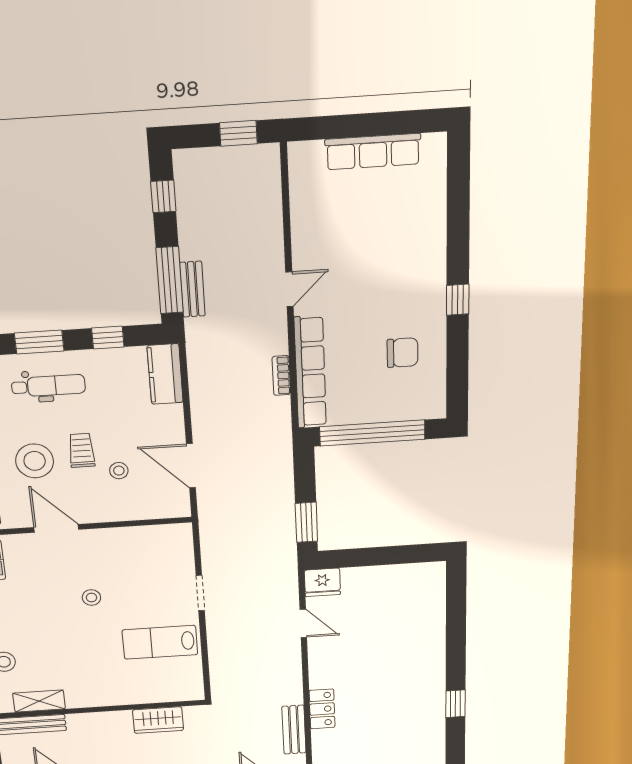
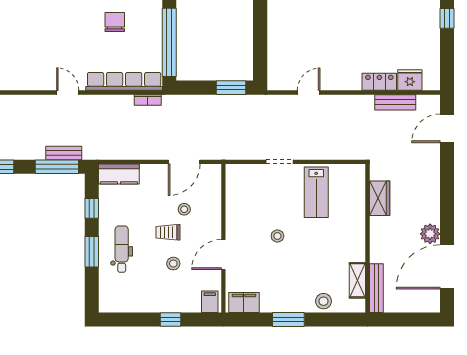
bookcase: (281, 376) -> (148, 100), moved
stool: (35, 461) -> (173, 264), width x0.53, depth x0.53
fridge: (322, 582) -> (410, 80), moved, turned -90

